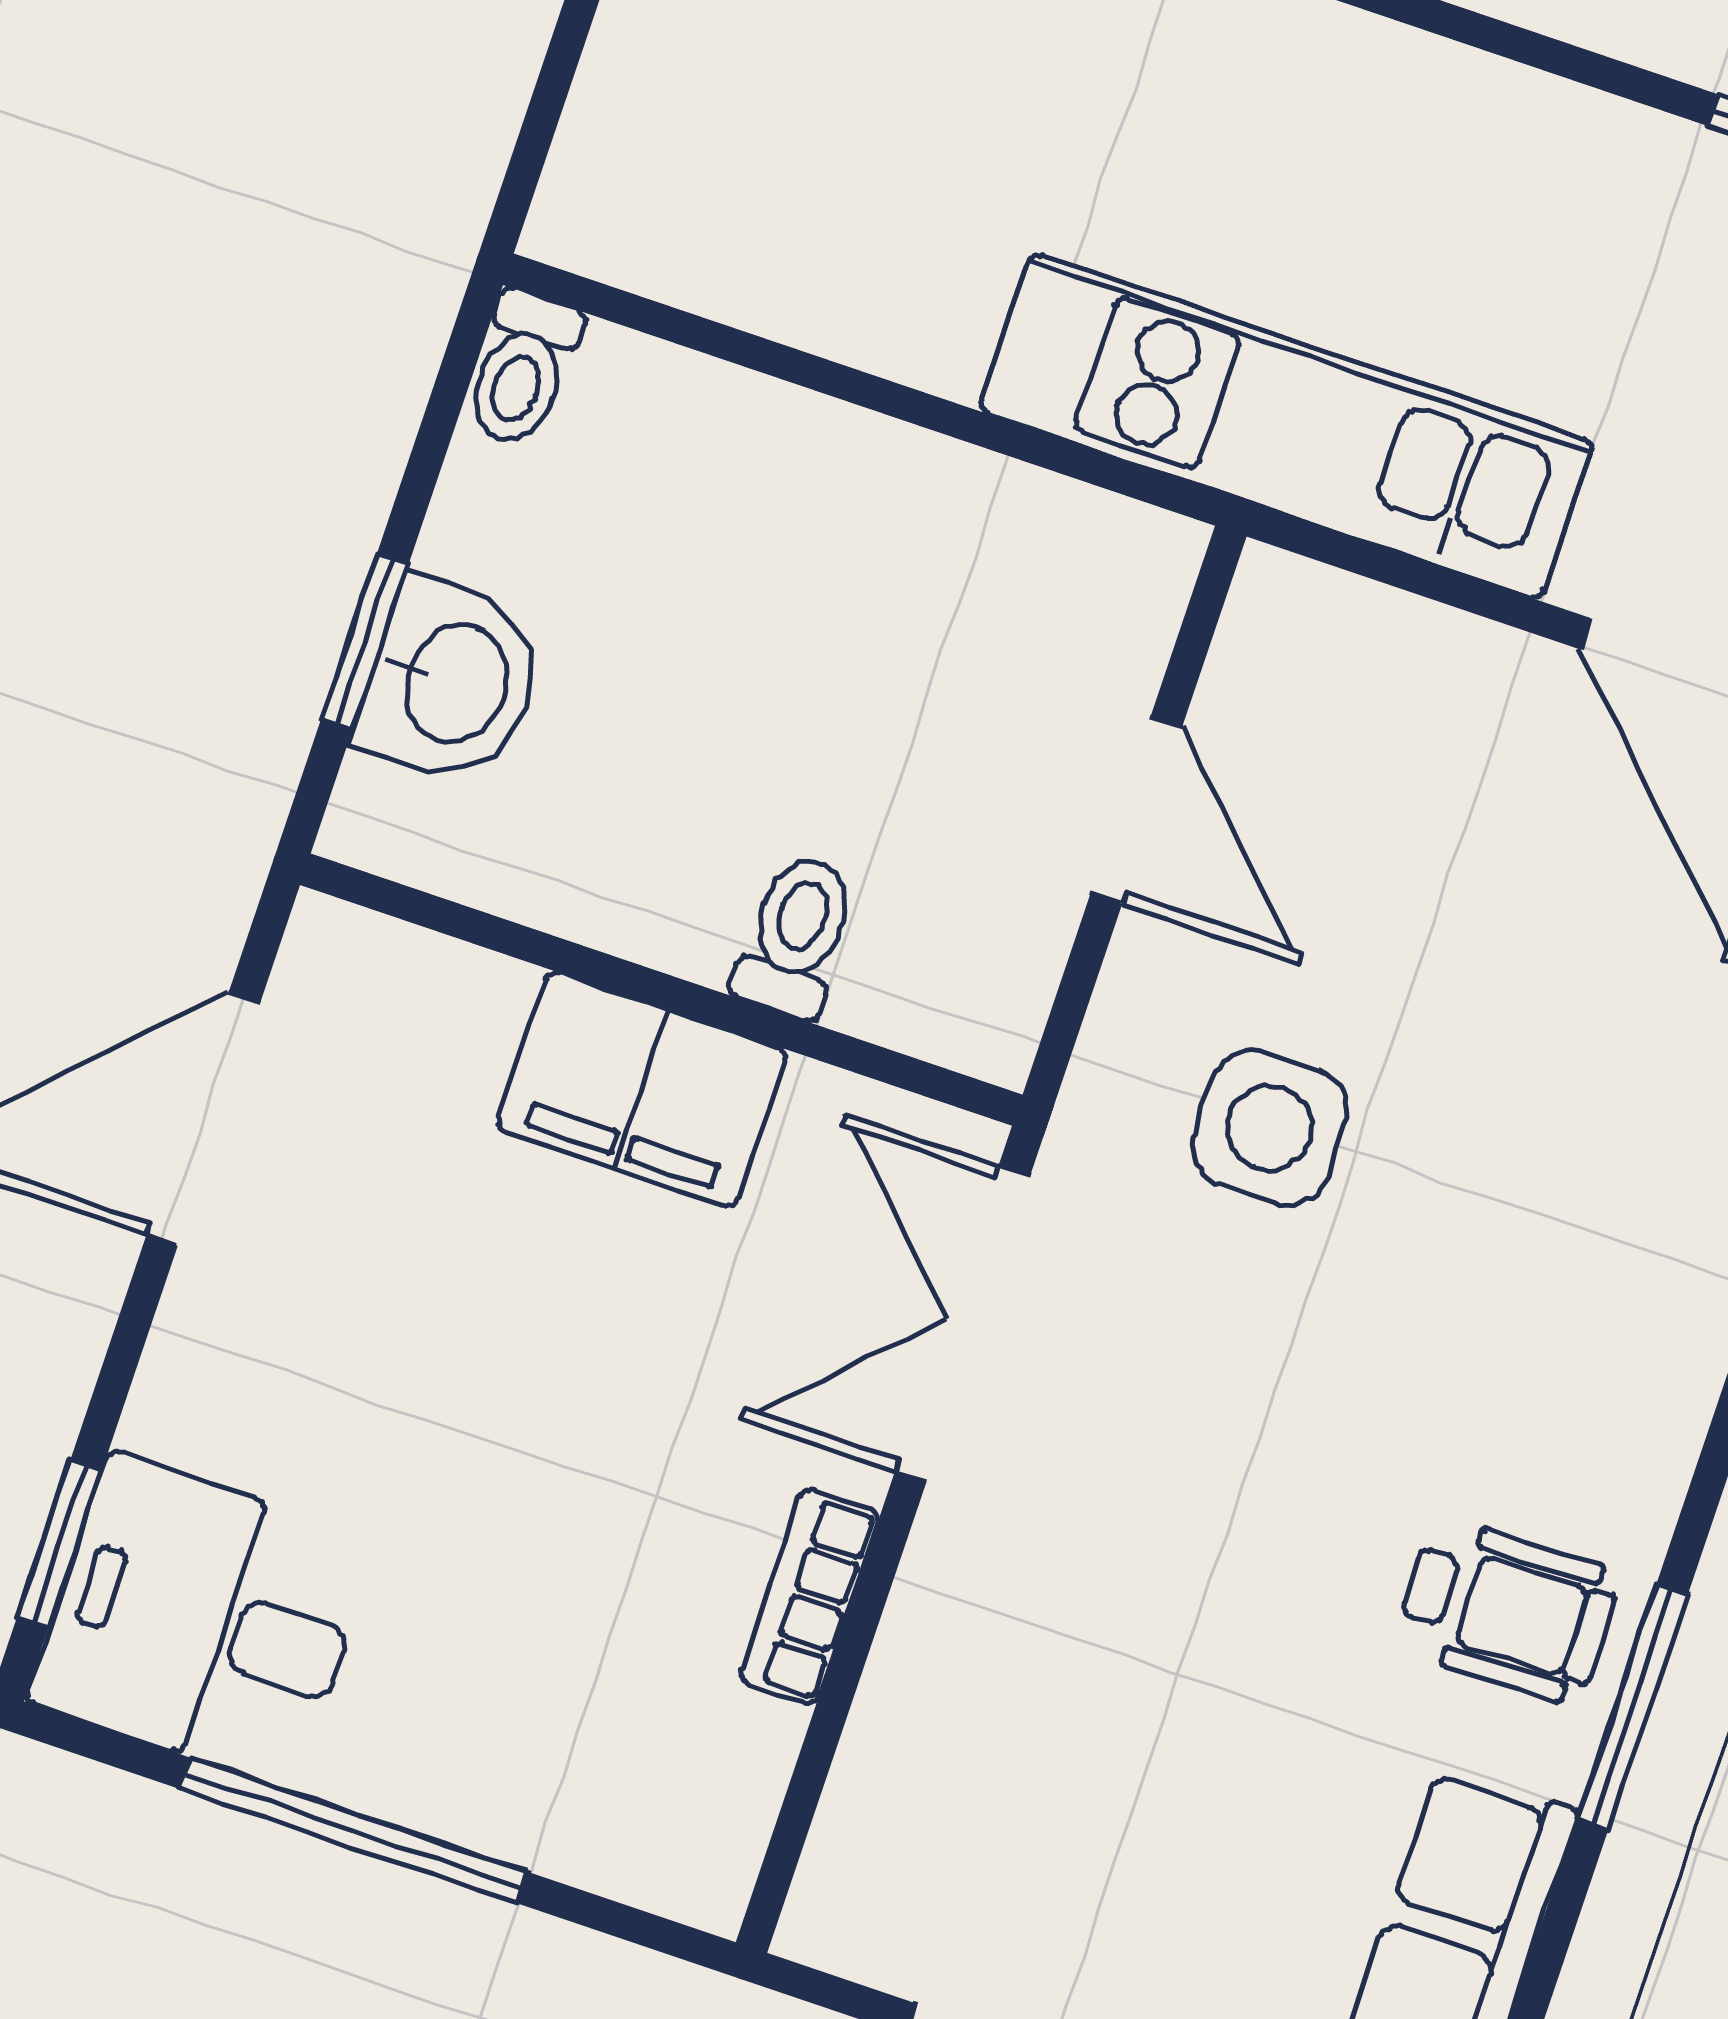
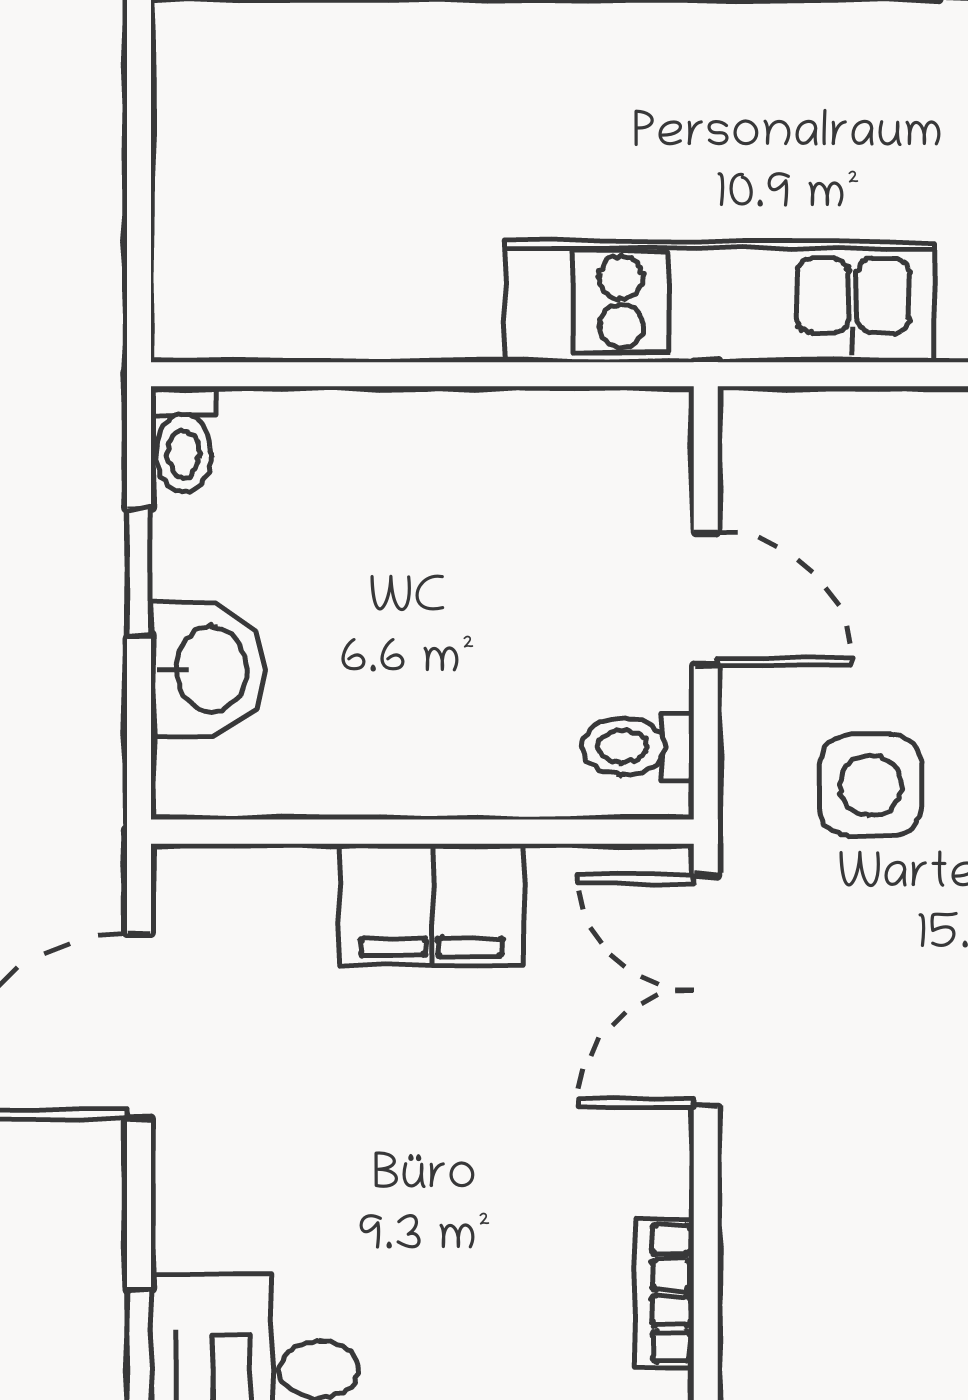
window: (365, 642) -> (139, 572), moved
toilet: (796, 936) -> (638, 746), moved, turned -90
bookcase: (809, 1597) -> (664, 1293), moved

